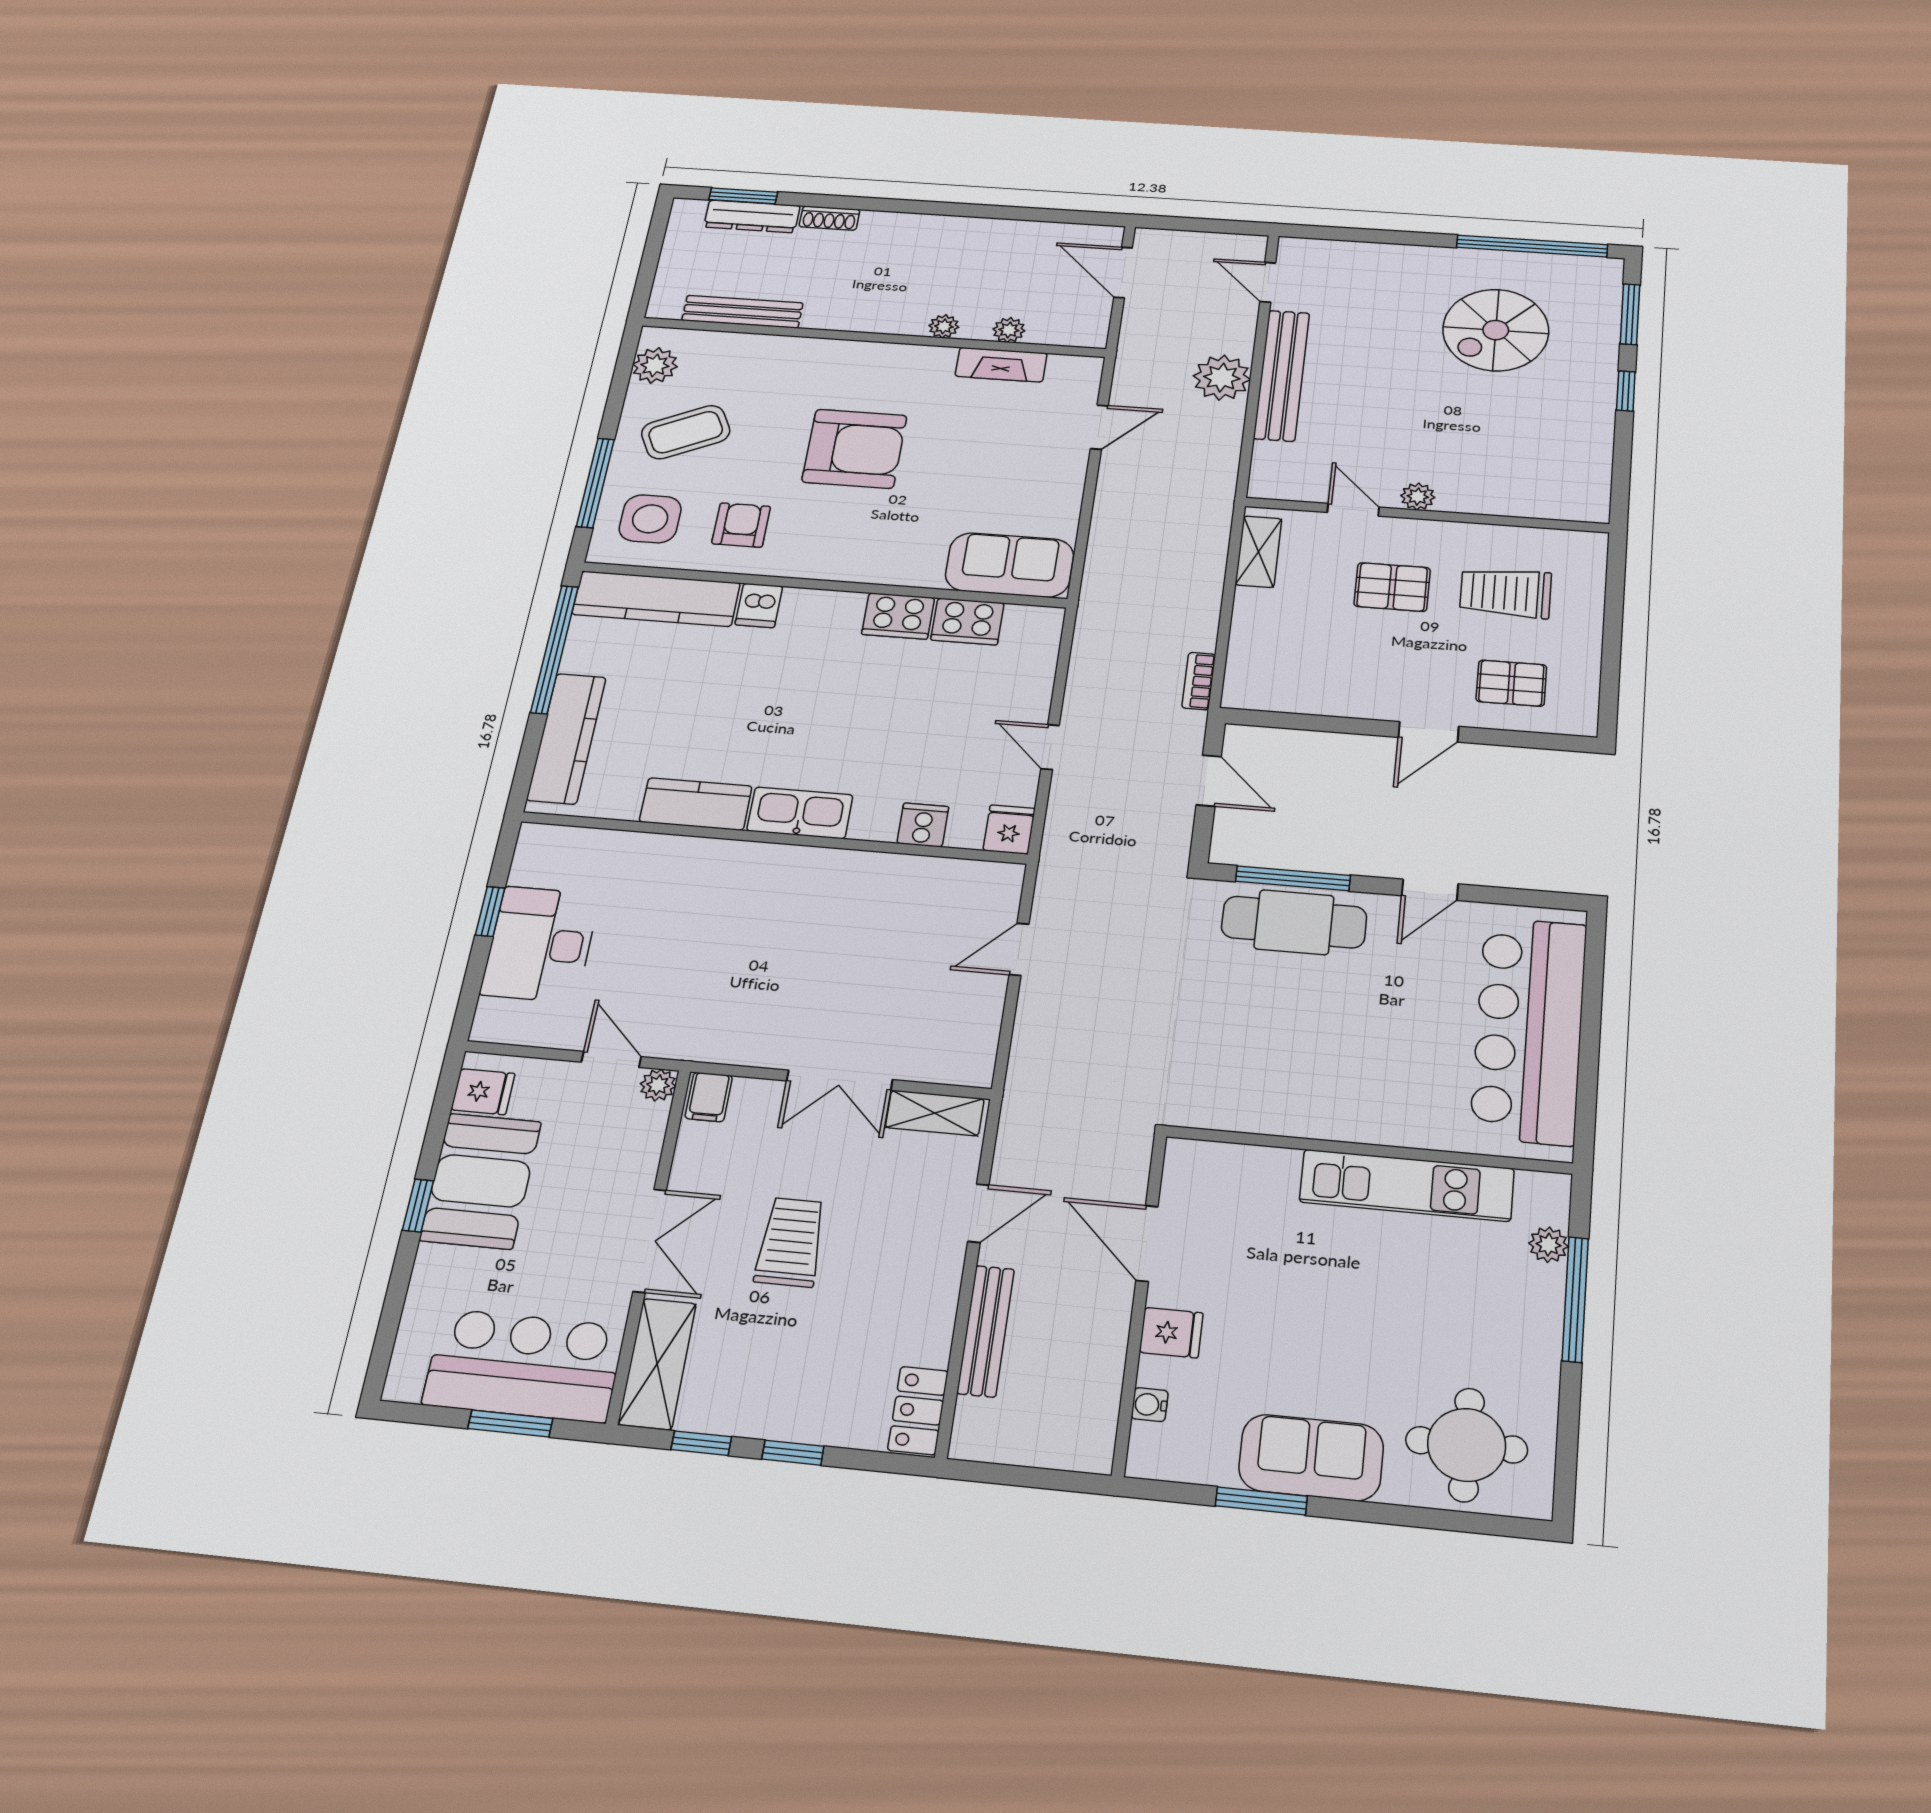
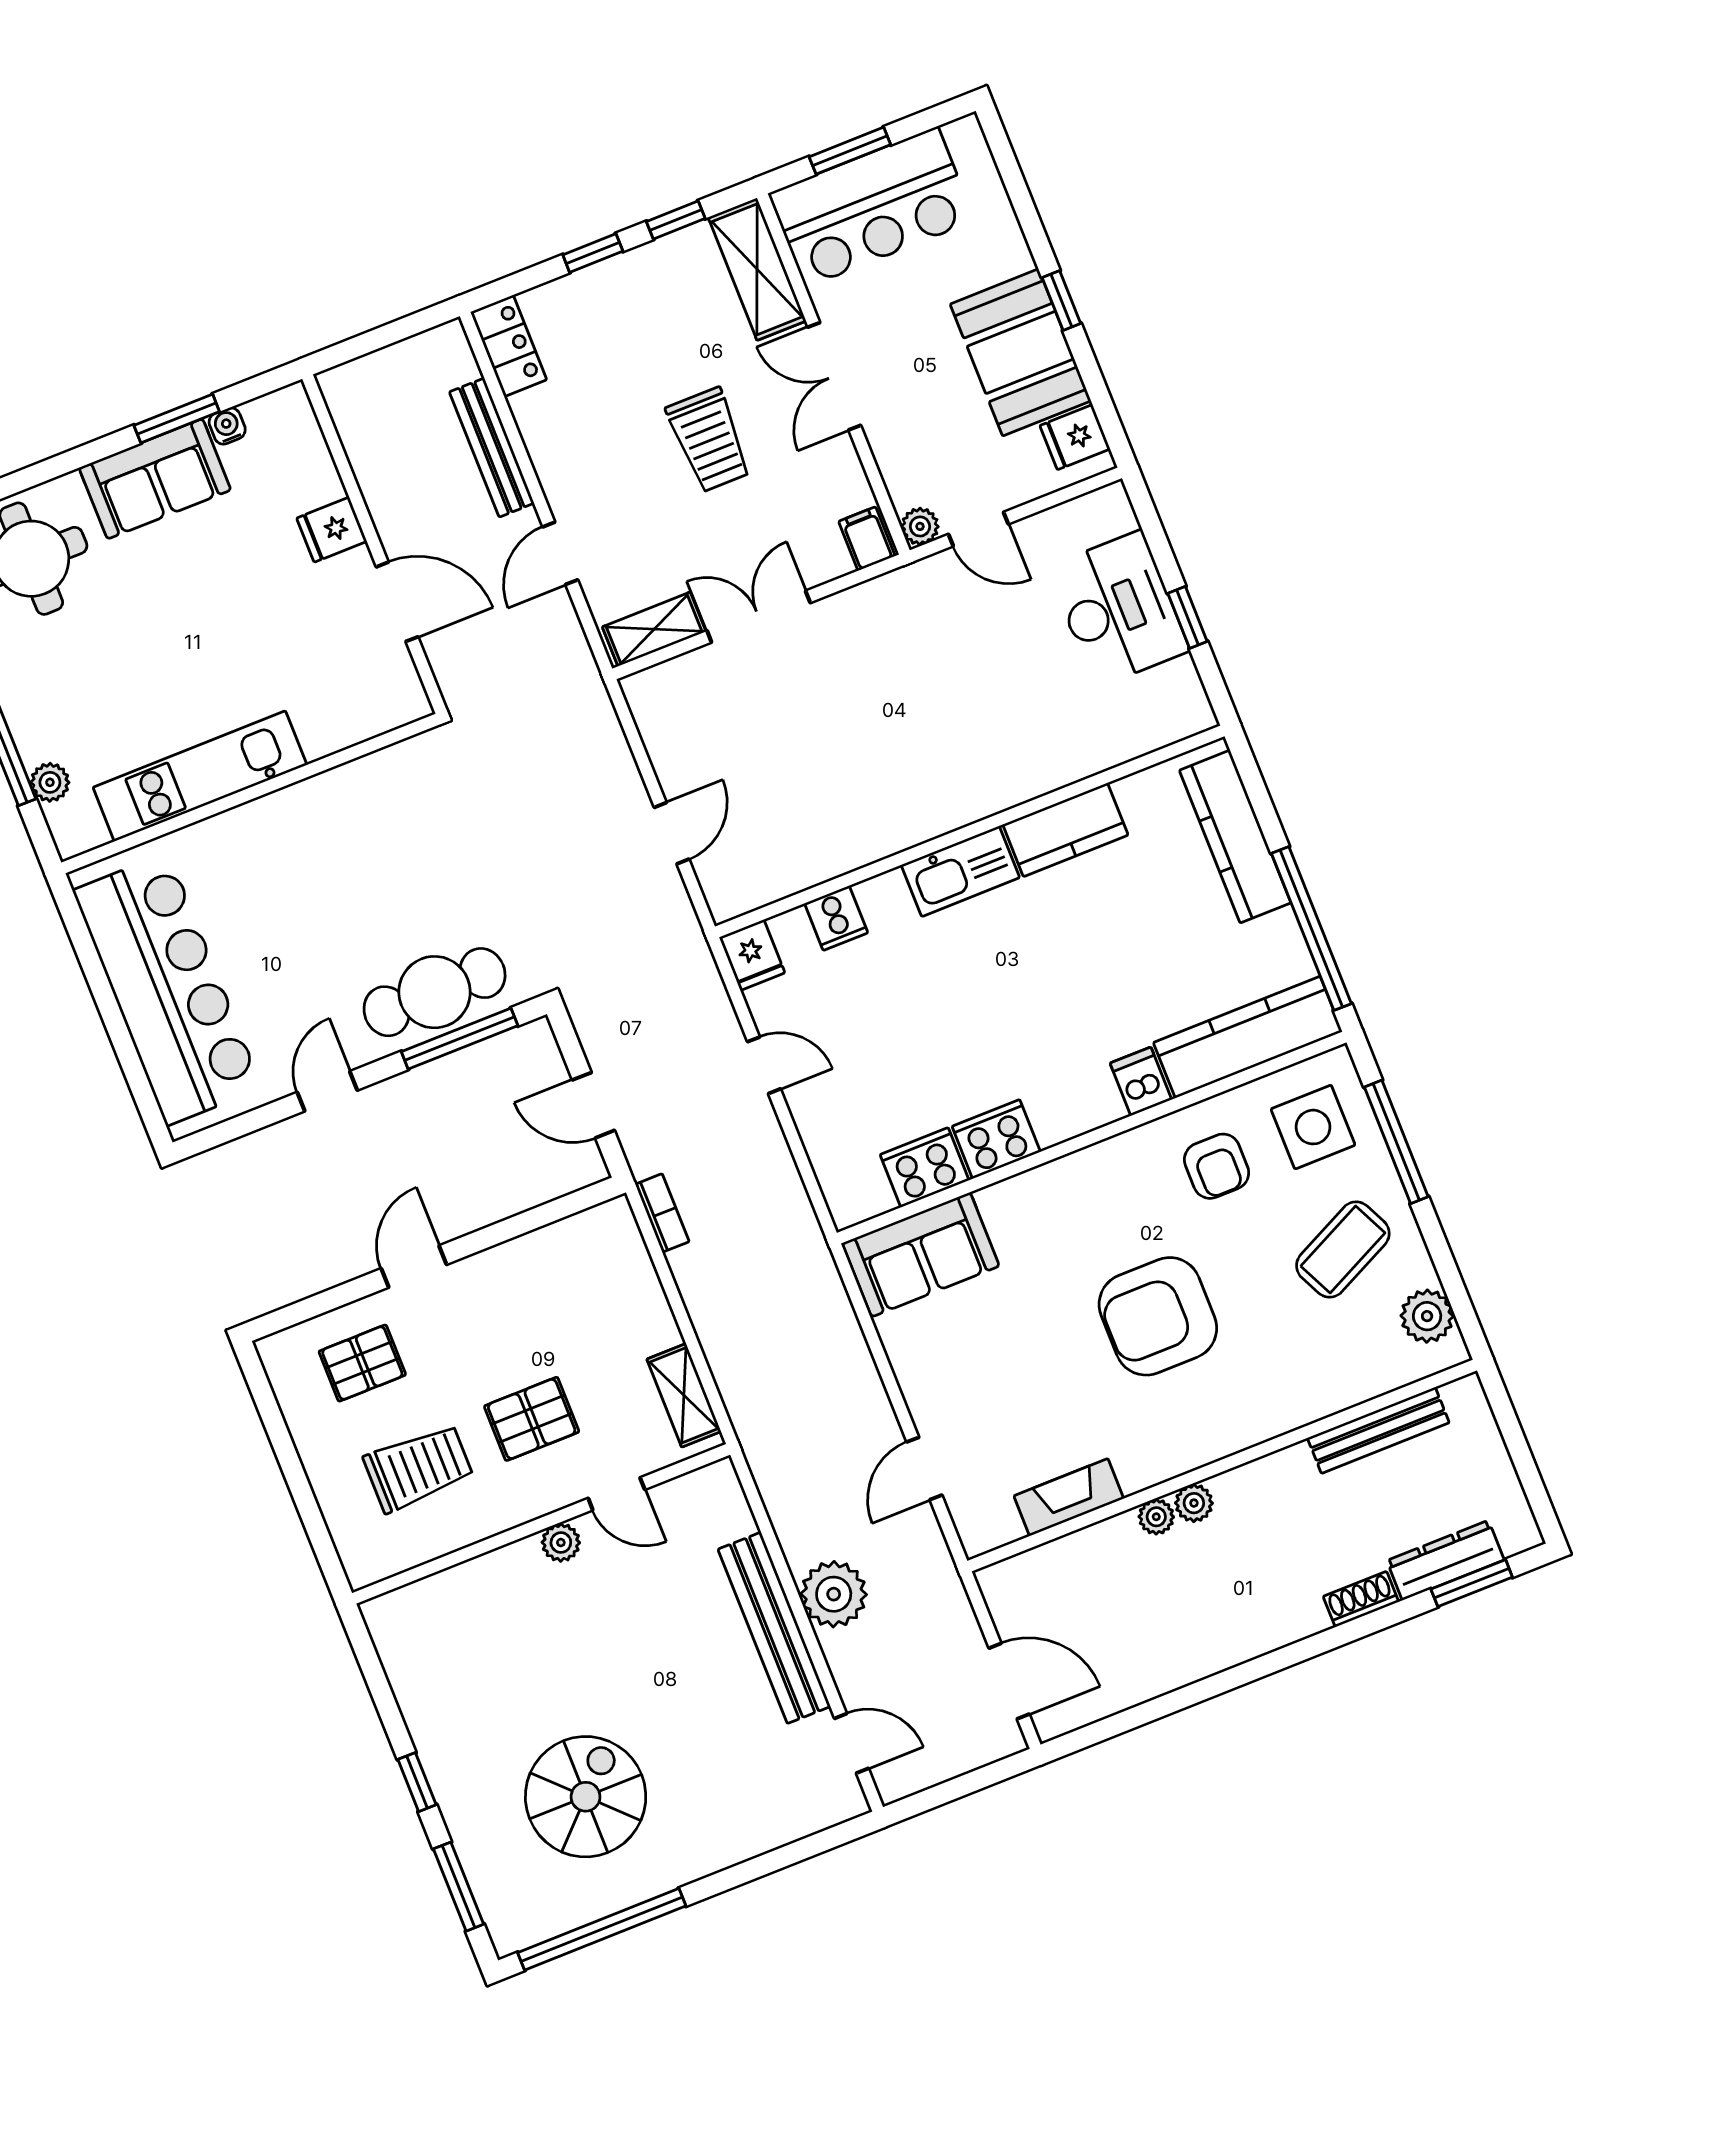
plant: (1009, 330) -> (1194, 1503), moved
water cooler: (1150, 1405) -> (227, 426), moved, turned -90

